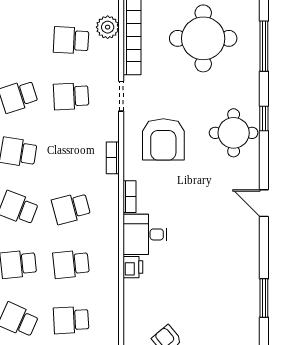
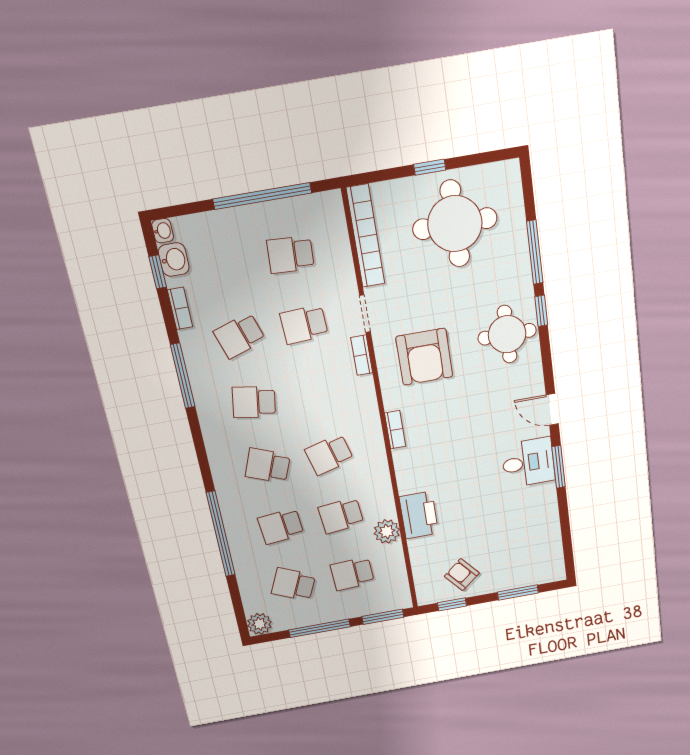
plant: (108, 27) -> (387, 532), moved
window: (264, 46) -> (535, 252), moved
bookcase: (113, 158) -> (362, 355), moved
desk: (145, 234) -> (528, 463), moved, turned 180
printer: (133, 267) -> (419, 515), width x1.87, depth x1.48
window: (264, 298) -> (559, 467), moved

